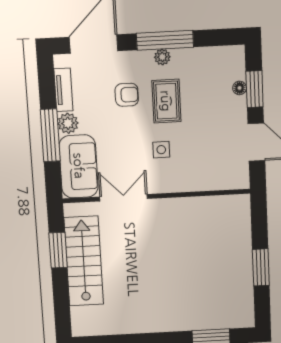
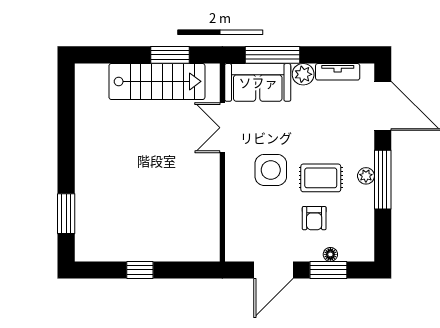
armchair: (127, 95) -> (314, 218), moved
window: (50, 135) -> (272, 55), moved
side table: (161, 150) -> (271, 170), width x1.87, depth x1.87
double door: (124, 198) -> (222, 128), swing flipped
window: (261, 267) -> (140, 270), width x0.67

